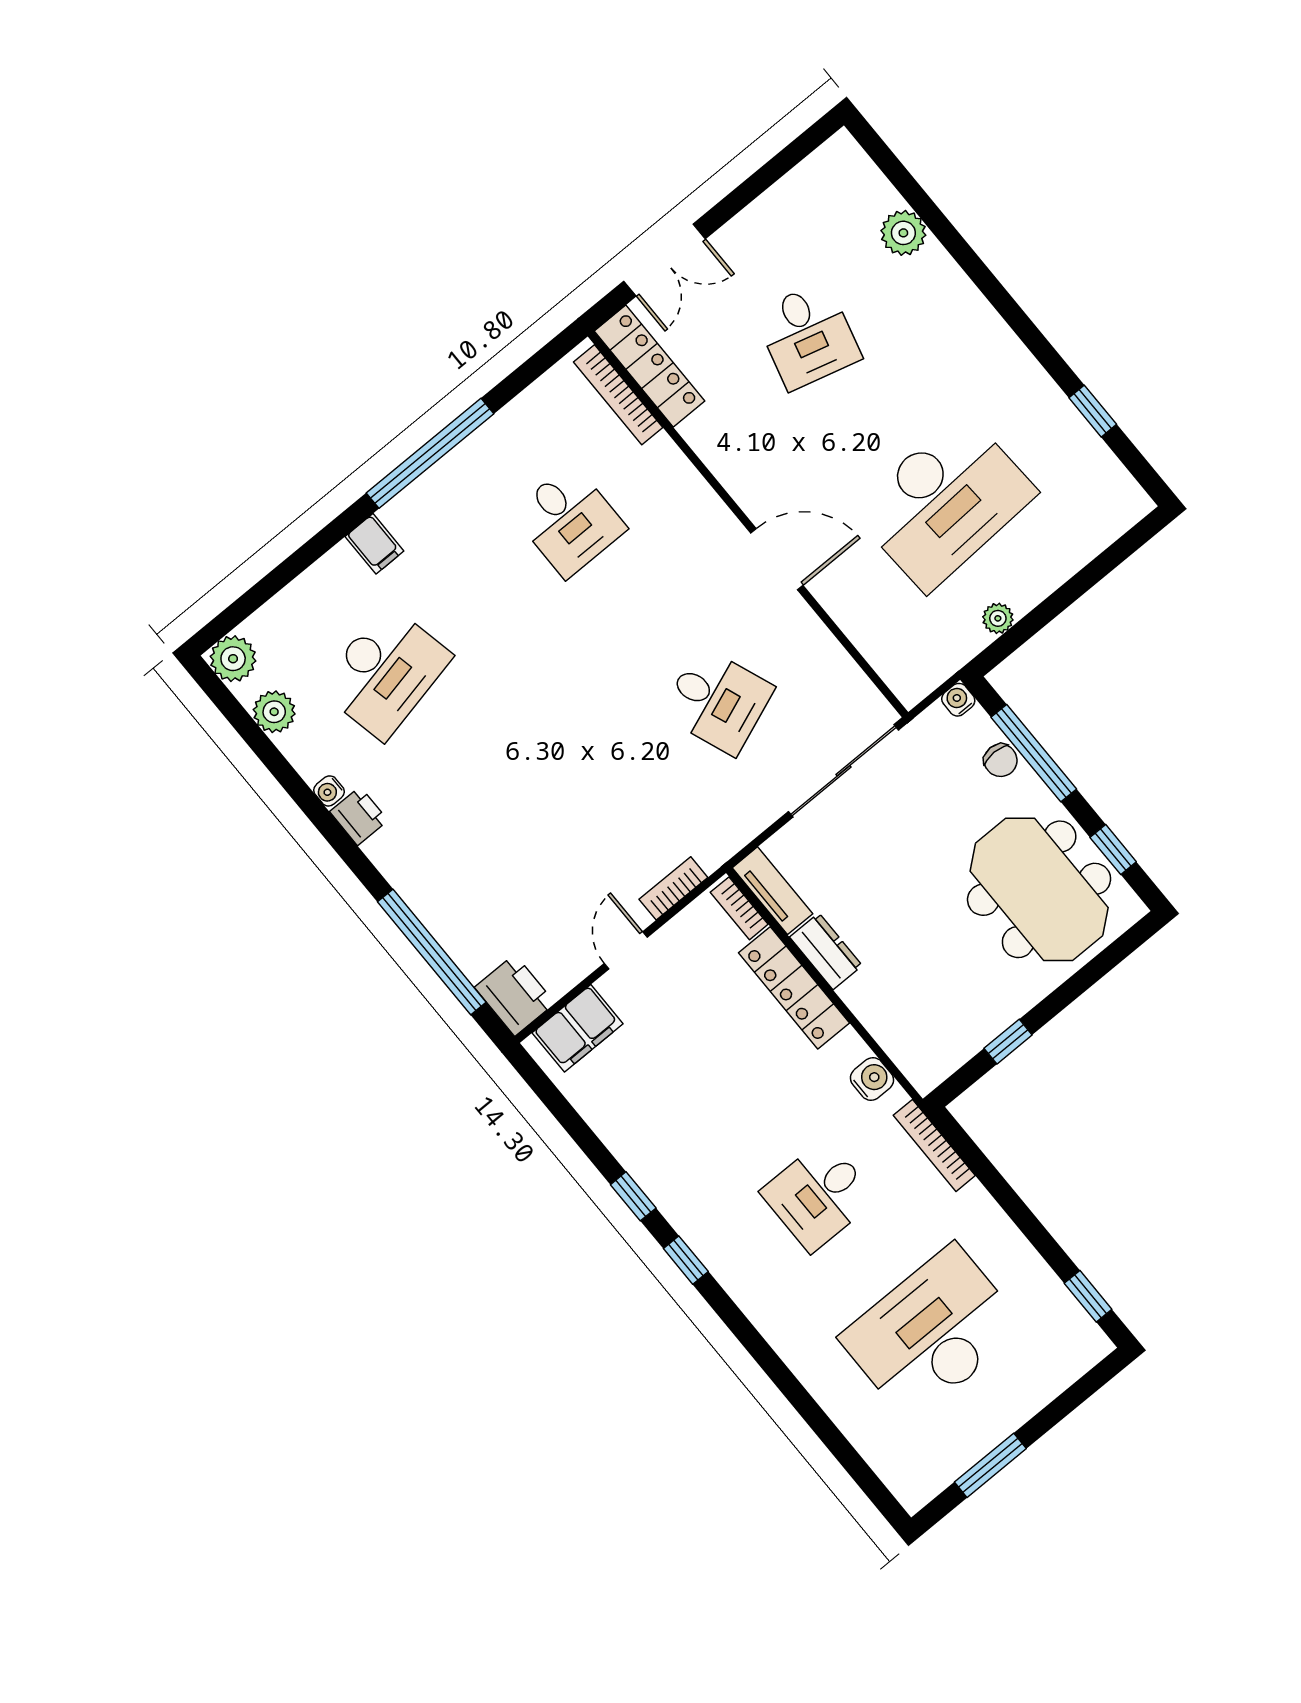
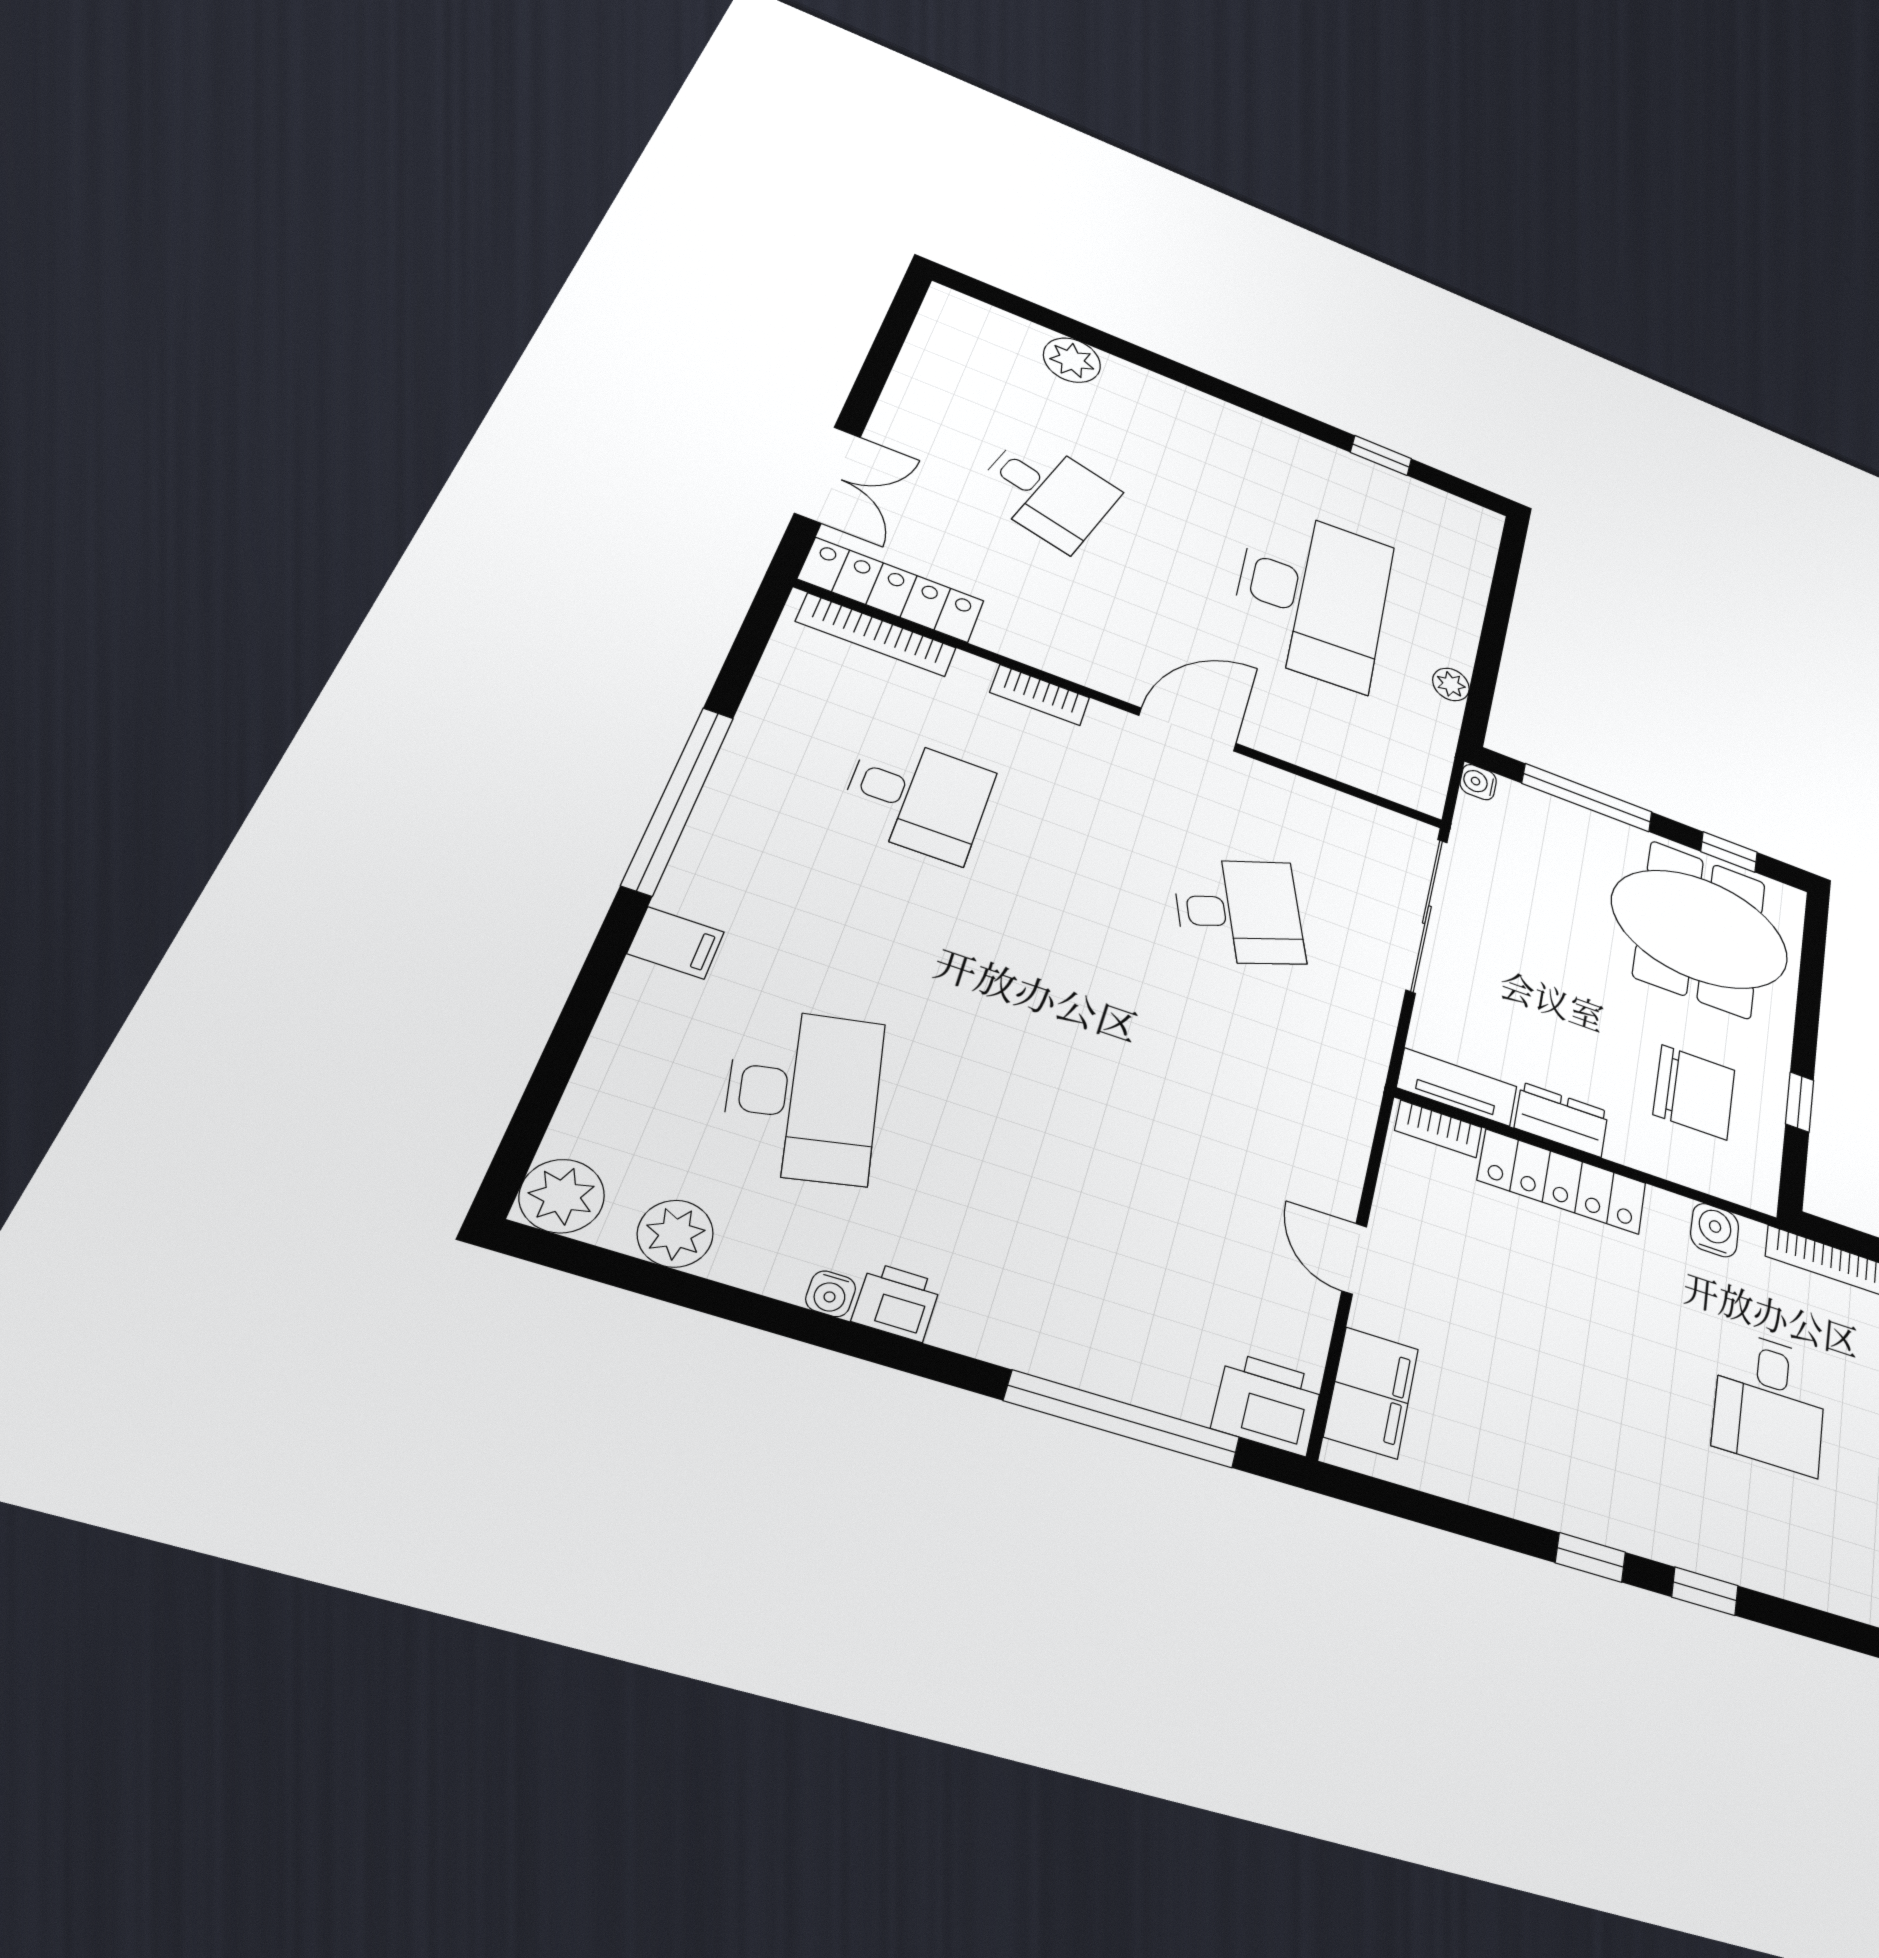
chair: (1001, 760) -> (1694, 1092), moved, width x1.87, depth x1.87
bookcase: (673, 888) -> (1040, 695), moved, turned -90

